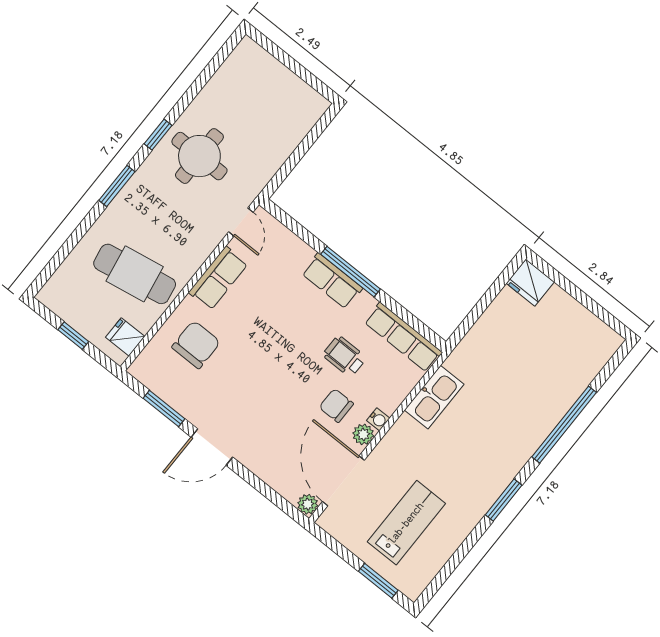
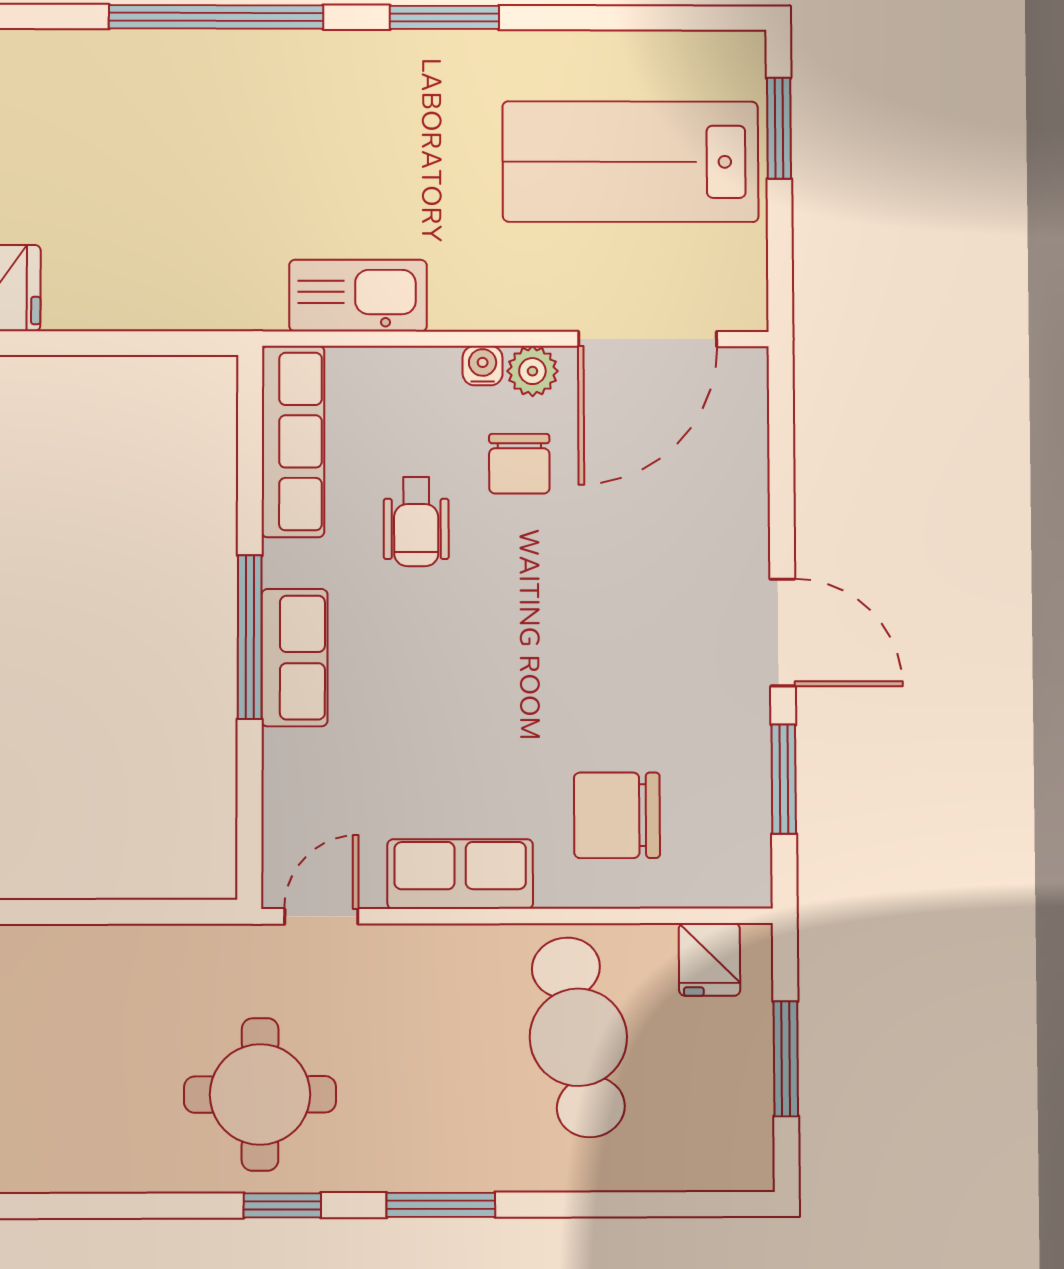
window: (73, 336) -> (786, 1059), width x1.50
plant: (308, 504) -> (744, 370), removed
lab bench: (406, 523) -> (630, 162), width x1.36, depth x1.39

